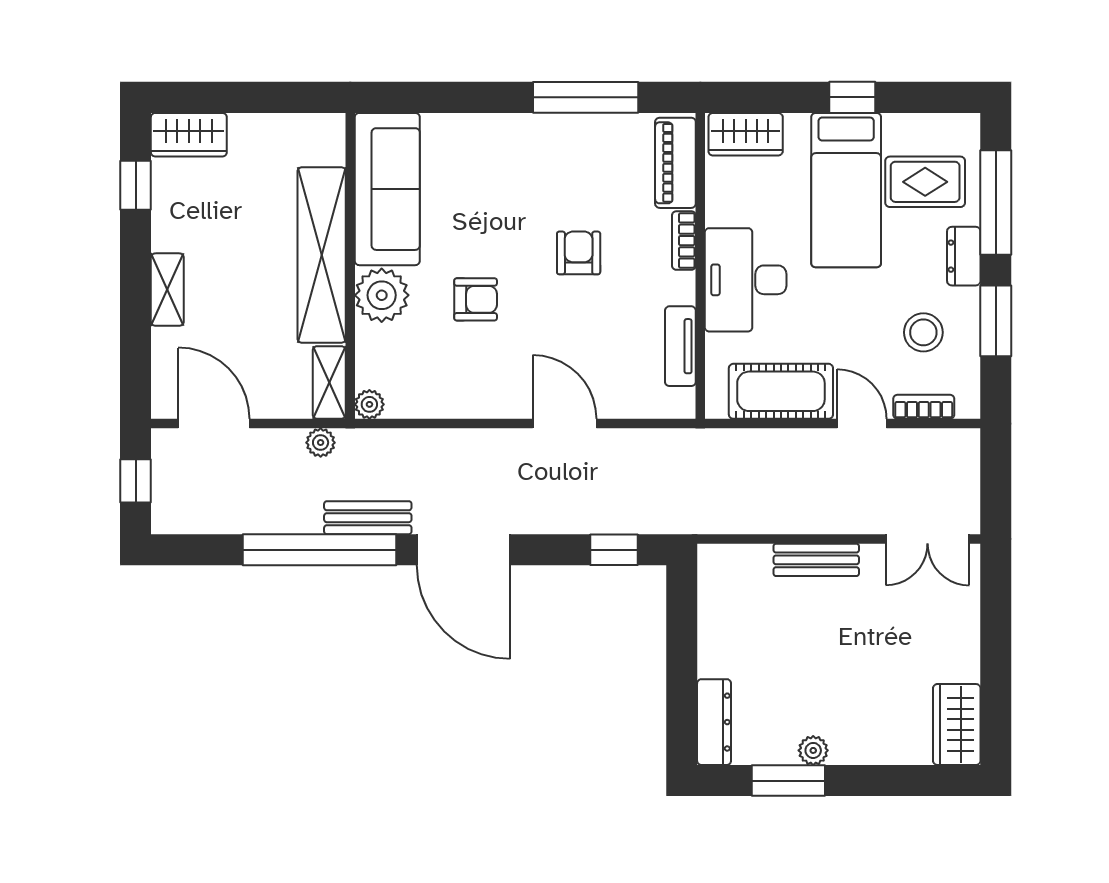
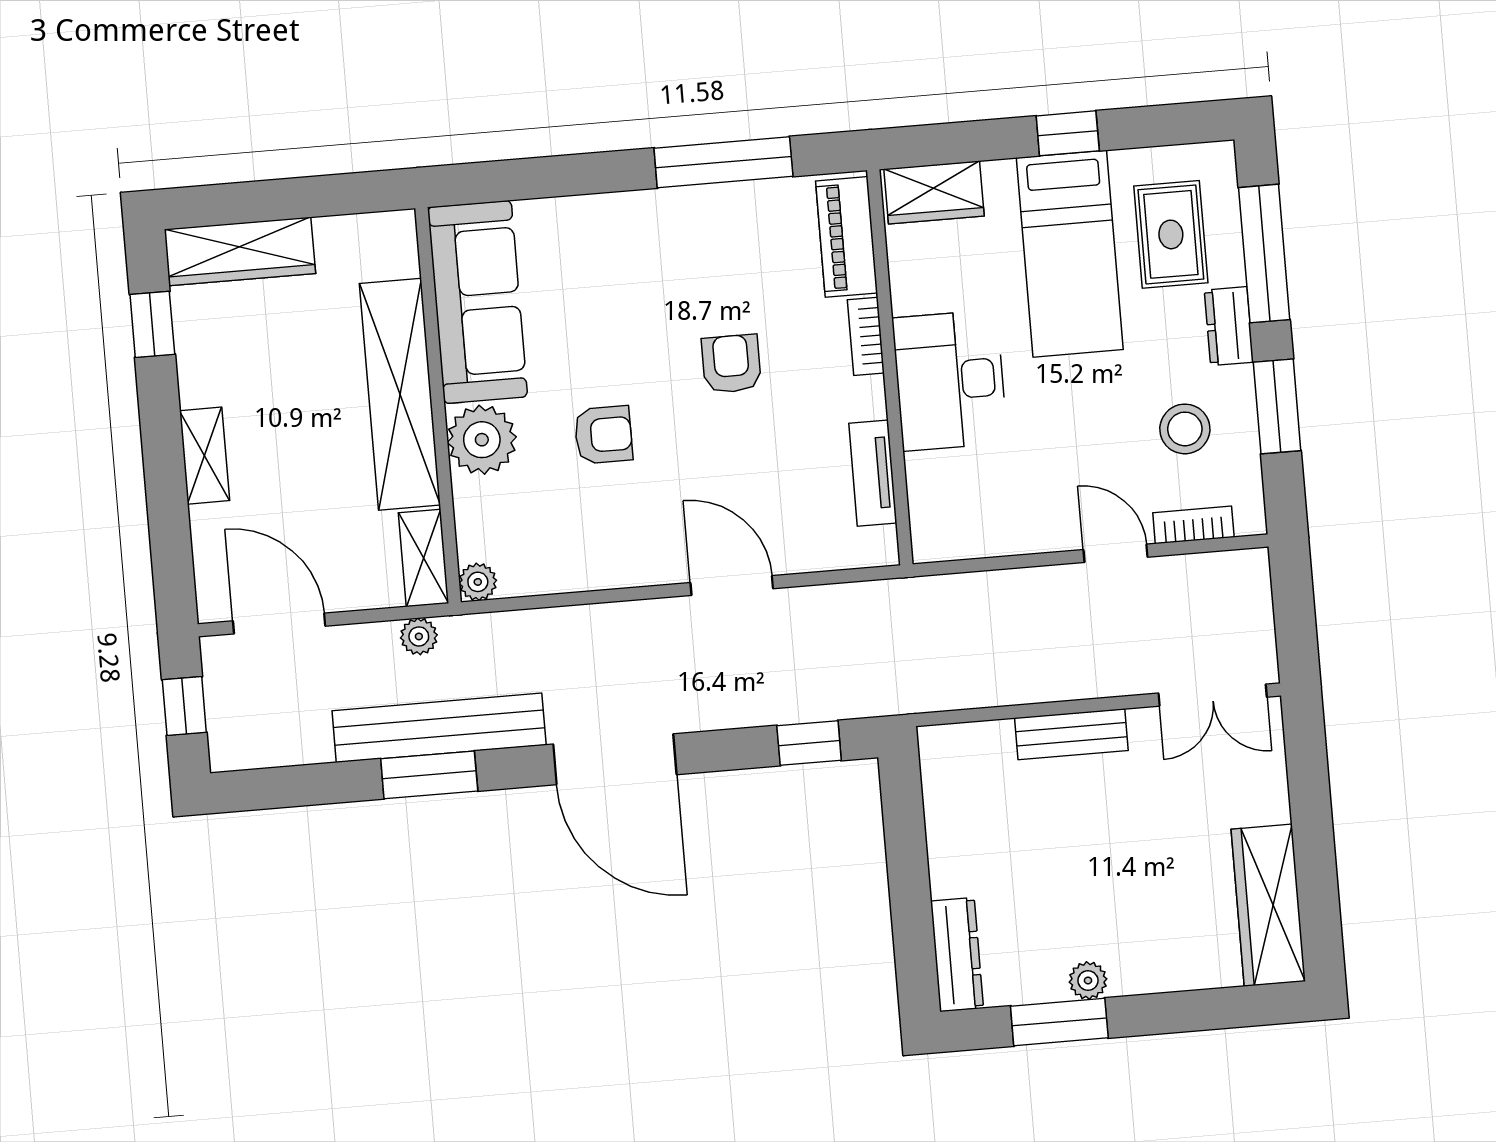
wardrobe: (189, 135) -> (240, 251), width x1.50
rug: (925, 182) -> (1171, 234), turned 90
cot: (781, 391) -> (1007, 520), removed
bench: (368, 518) -> (439, 728), width x1.86, depth x1.21
window: (320, 550) -> (429, 775), width x0.47
wardrobe: (957, 725) -> (1268, 905), width x1.50

